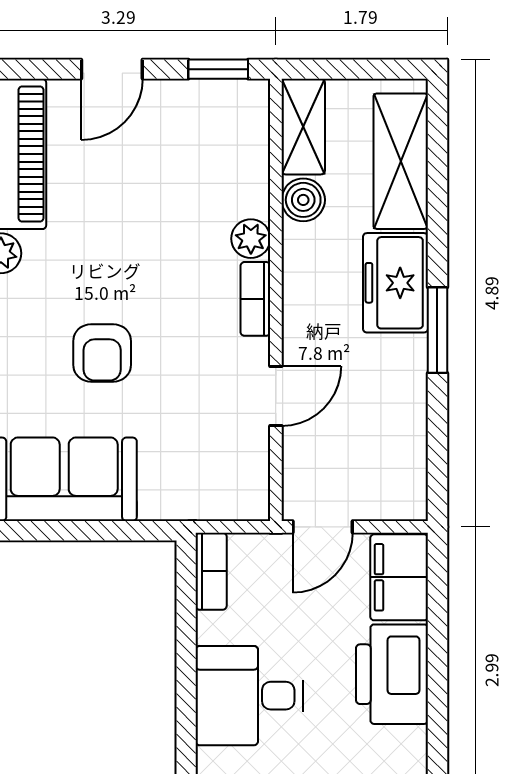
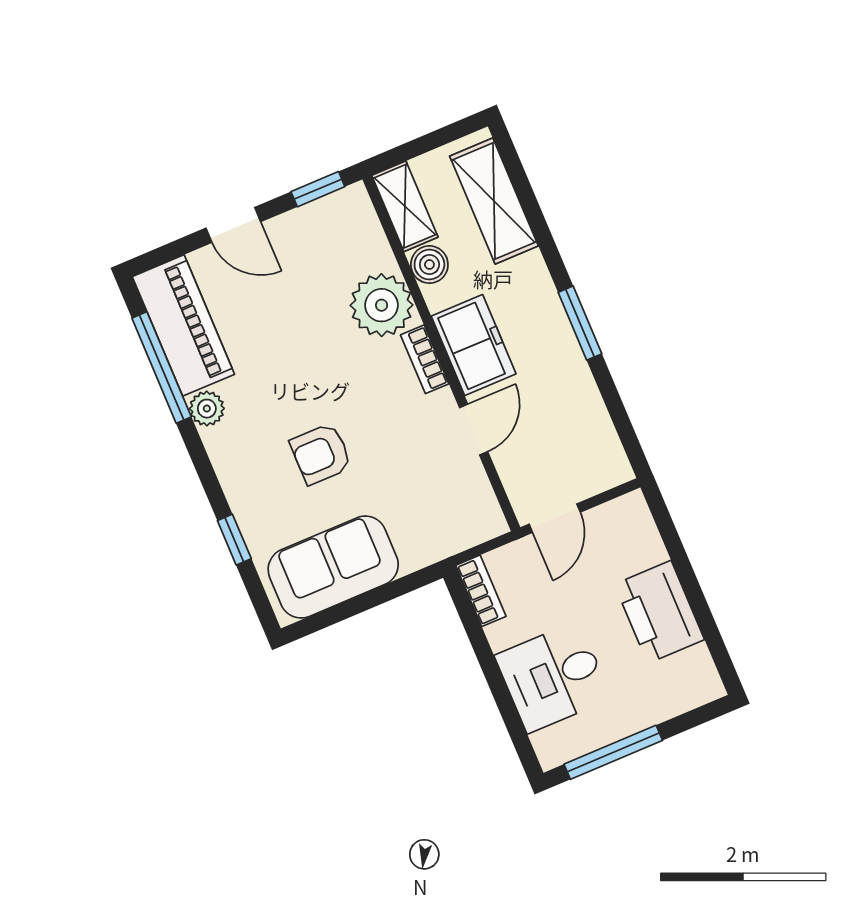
door: (112, 69) -> (233, 225), hinge flipped
plant: (251, 239) -> (382, 305), width x1.88, depth x1.88
freezer: (395, 283) -> (474, 345), moved, turned 180
armchair: (102, 353) -> (321, 454), turned 90
filing cabinet: (399, 577) -> (633, 532), removed

